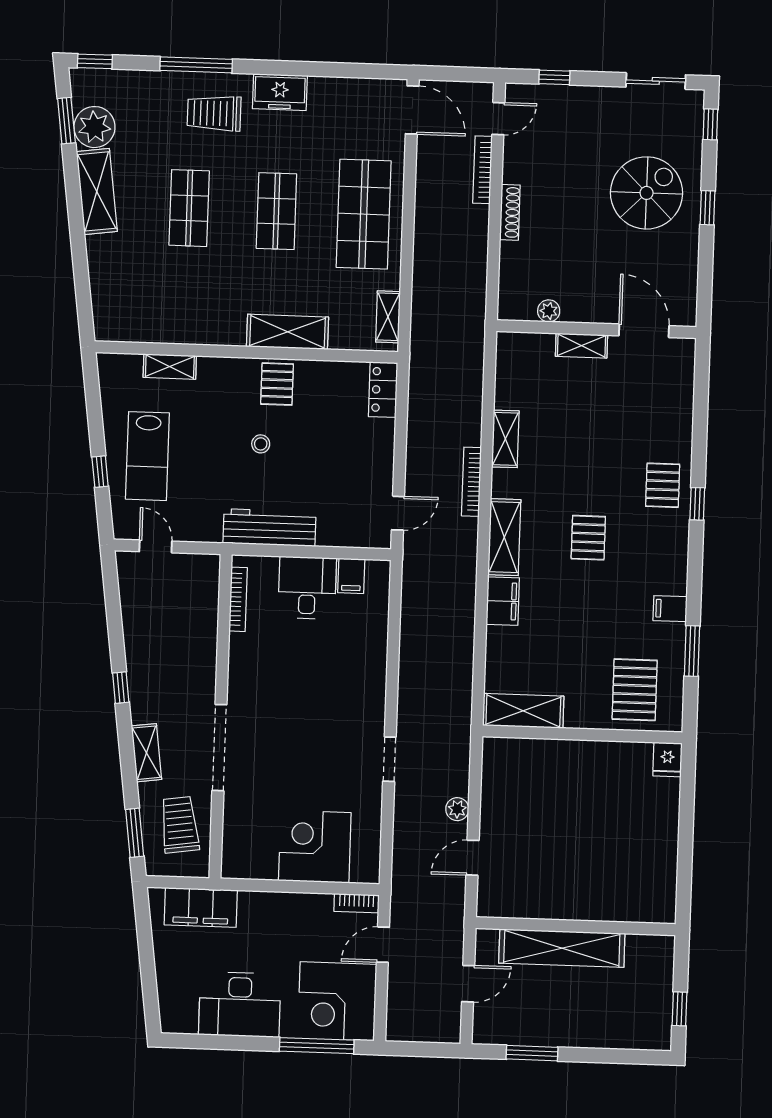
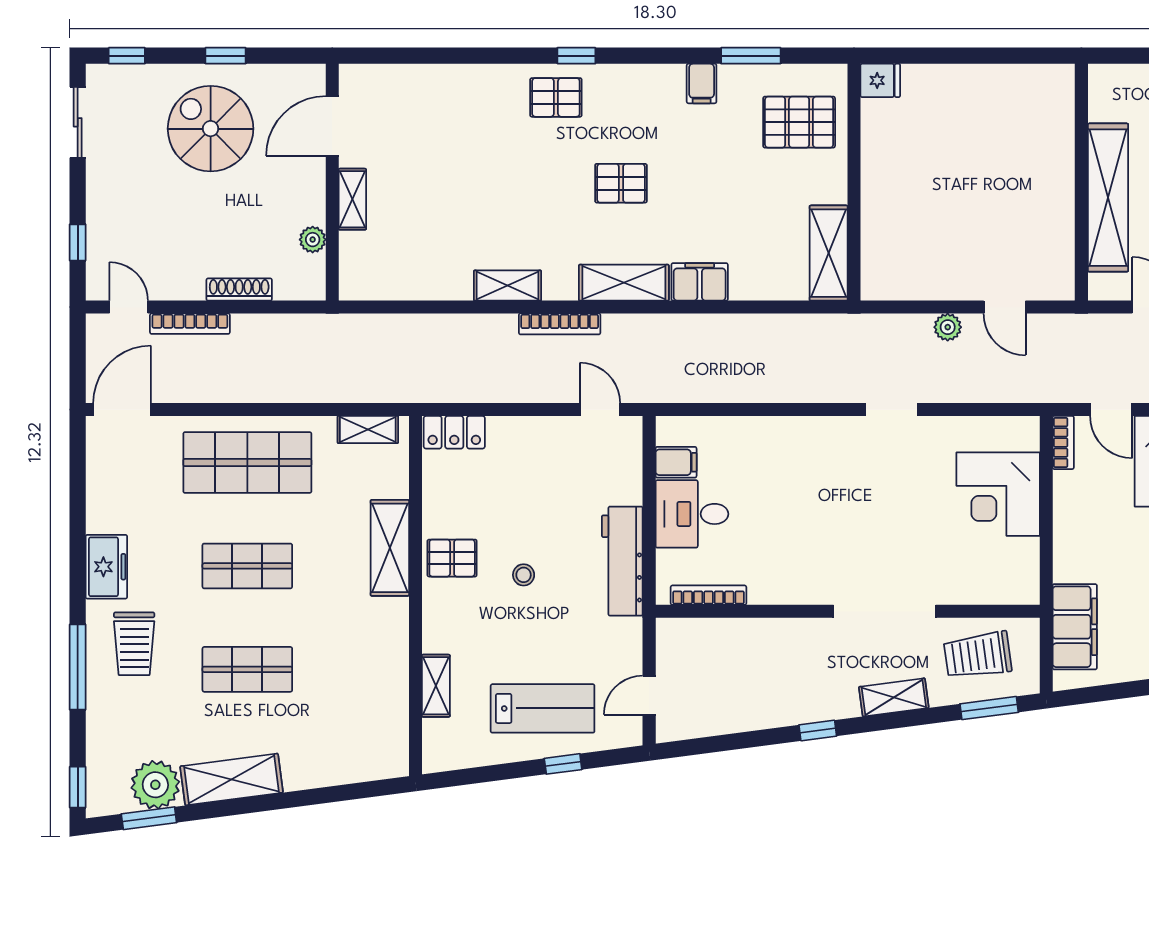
plant: (549, 311) -> (313, 240), moved
wall: (596, 329) -> (332, 182), moved
door: (644, 331) -> (332, 126), moved
shelving: (581, 346) -> (352, 199), moved

